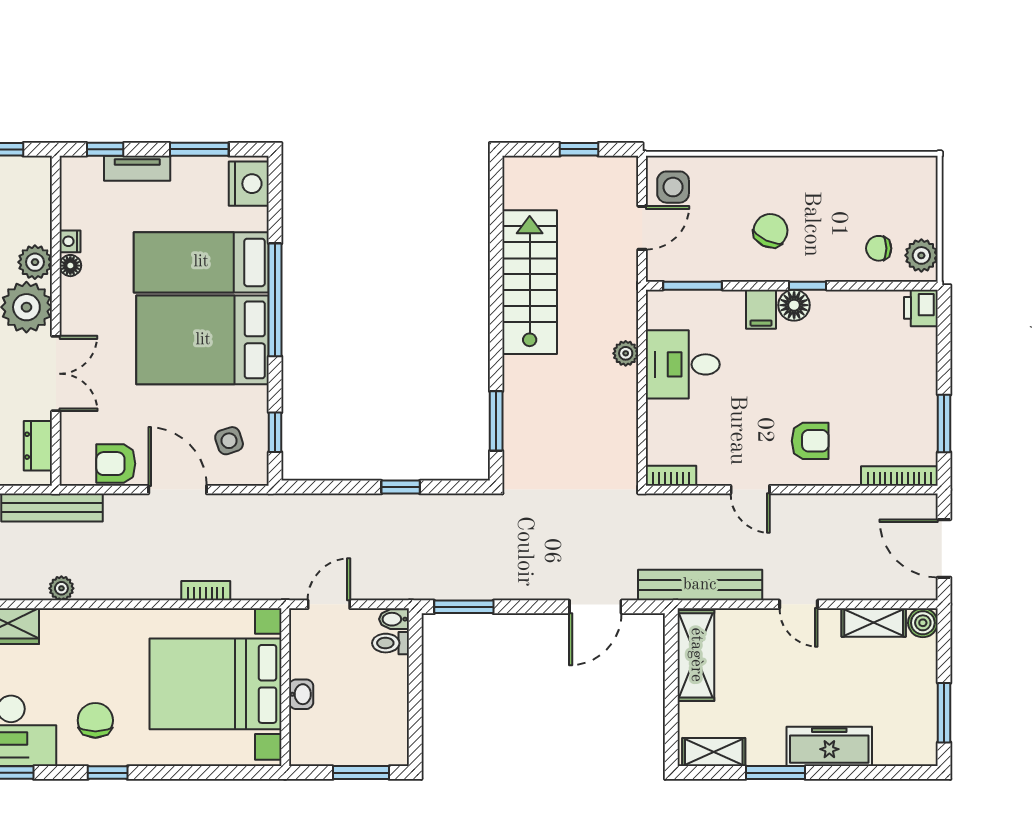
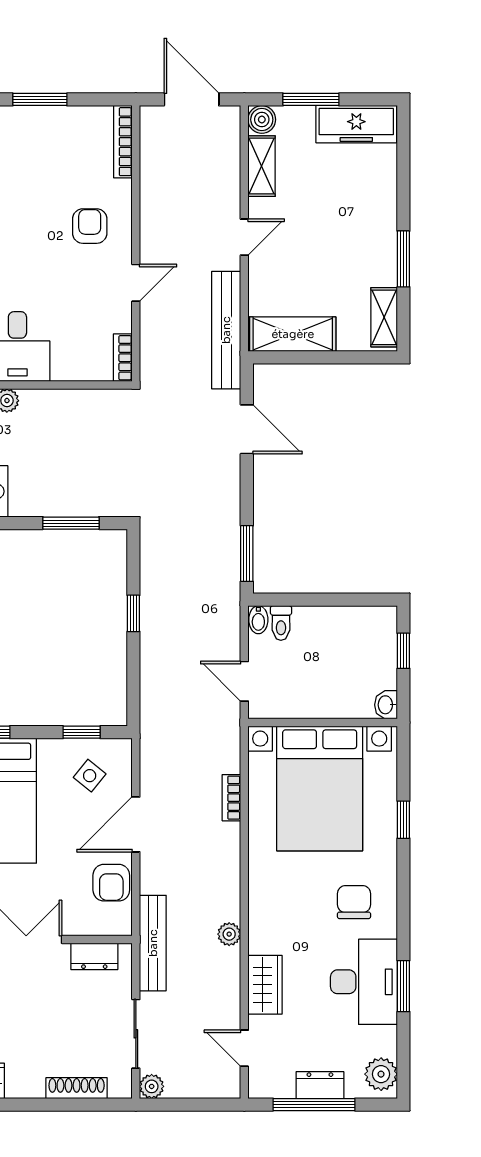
window: (944, 423) -> (40, 99), moved
side table: (229, 441) -> (90, 776), turned -33
door: (944, 548) -> (192, 99), swing flipped
washbasin: (301, 694) -> (386, 705), moved, turned -90
window: (944, 713) -> (311, 99), moved
chair: (95, 720) -> (354, 902), turned 90
freezer: (829, 746) -> (356, 124), moved, turned -90
window: (108, 773) -> (403, 820), moved
window: (361, 773) -> (403, 651), width x0.67

